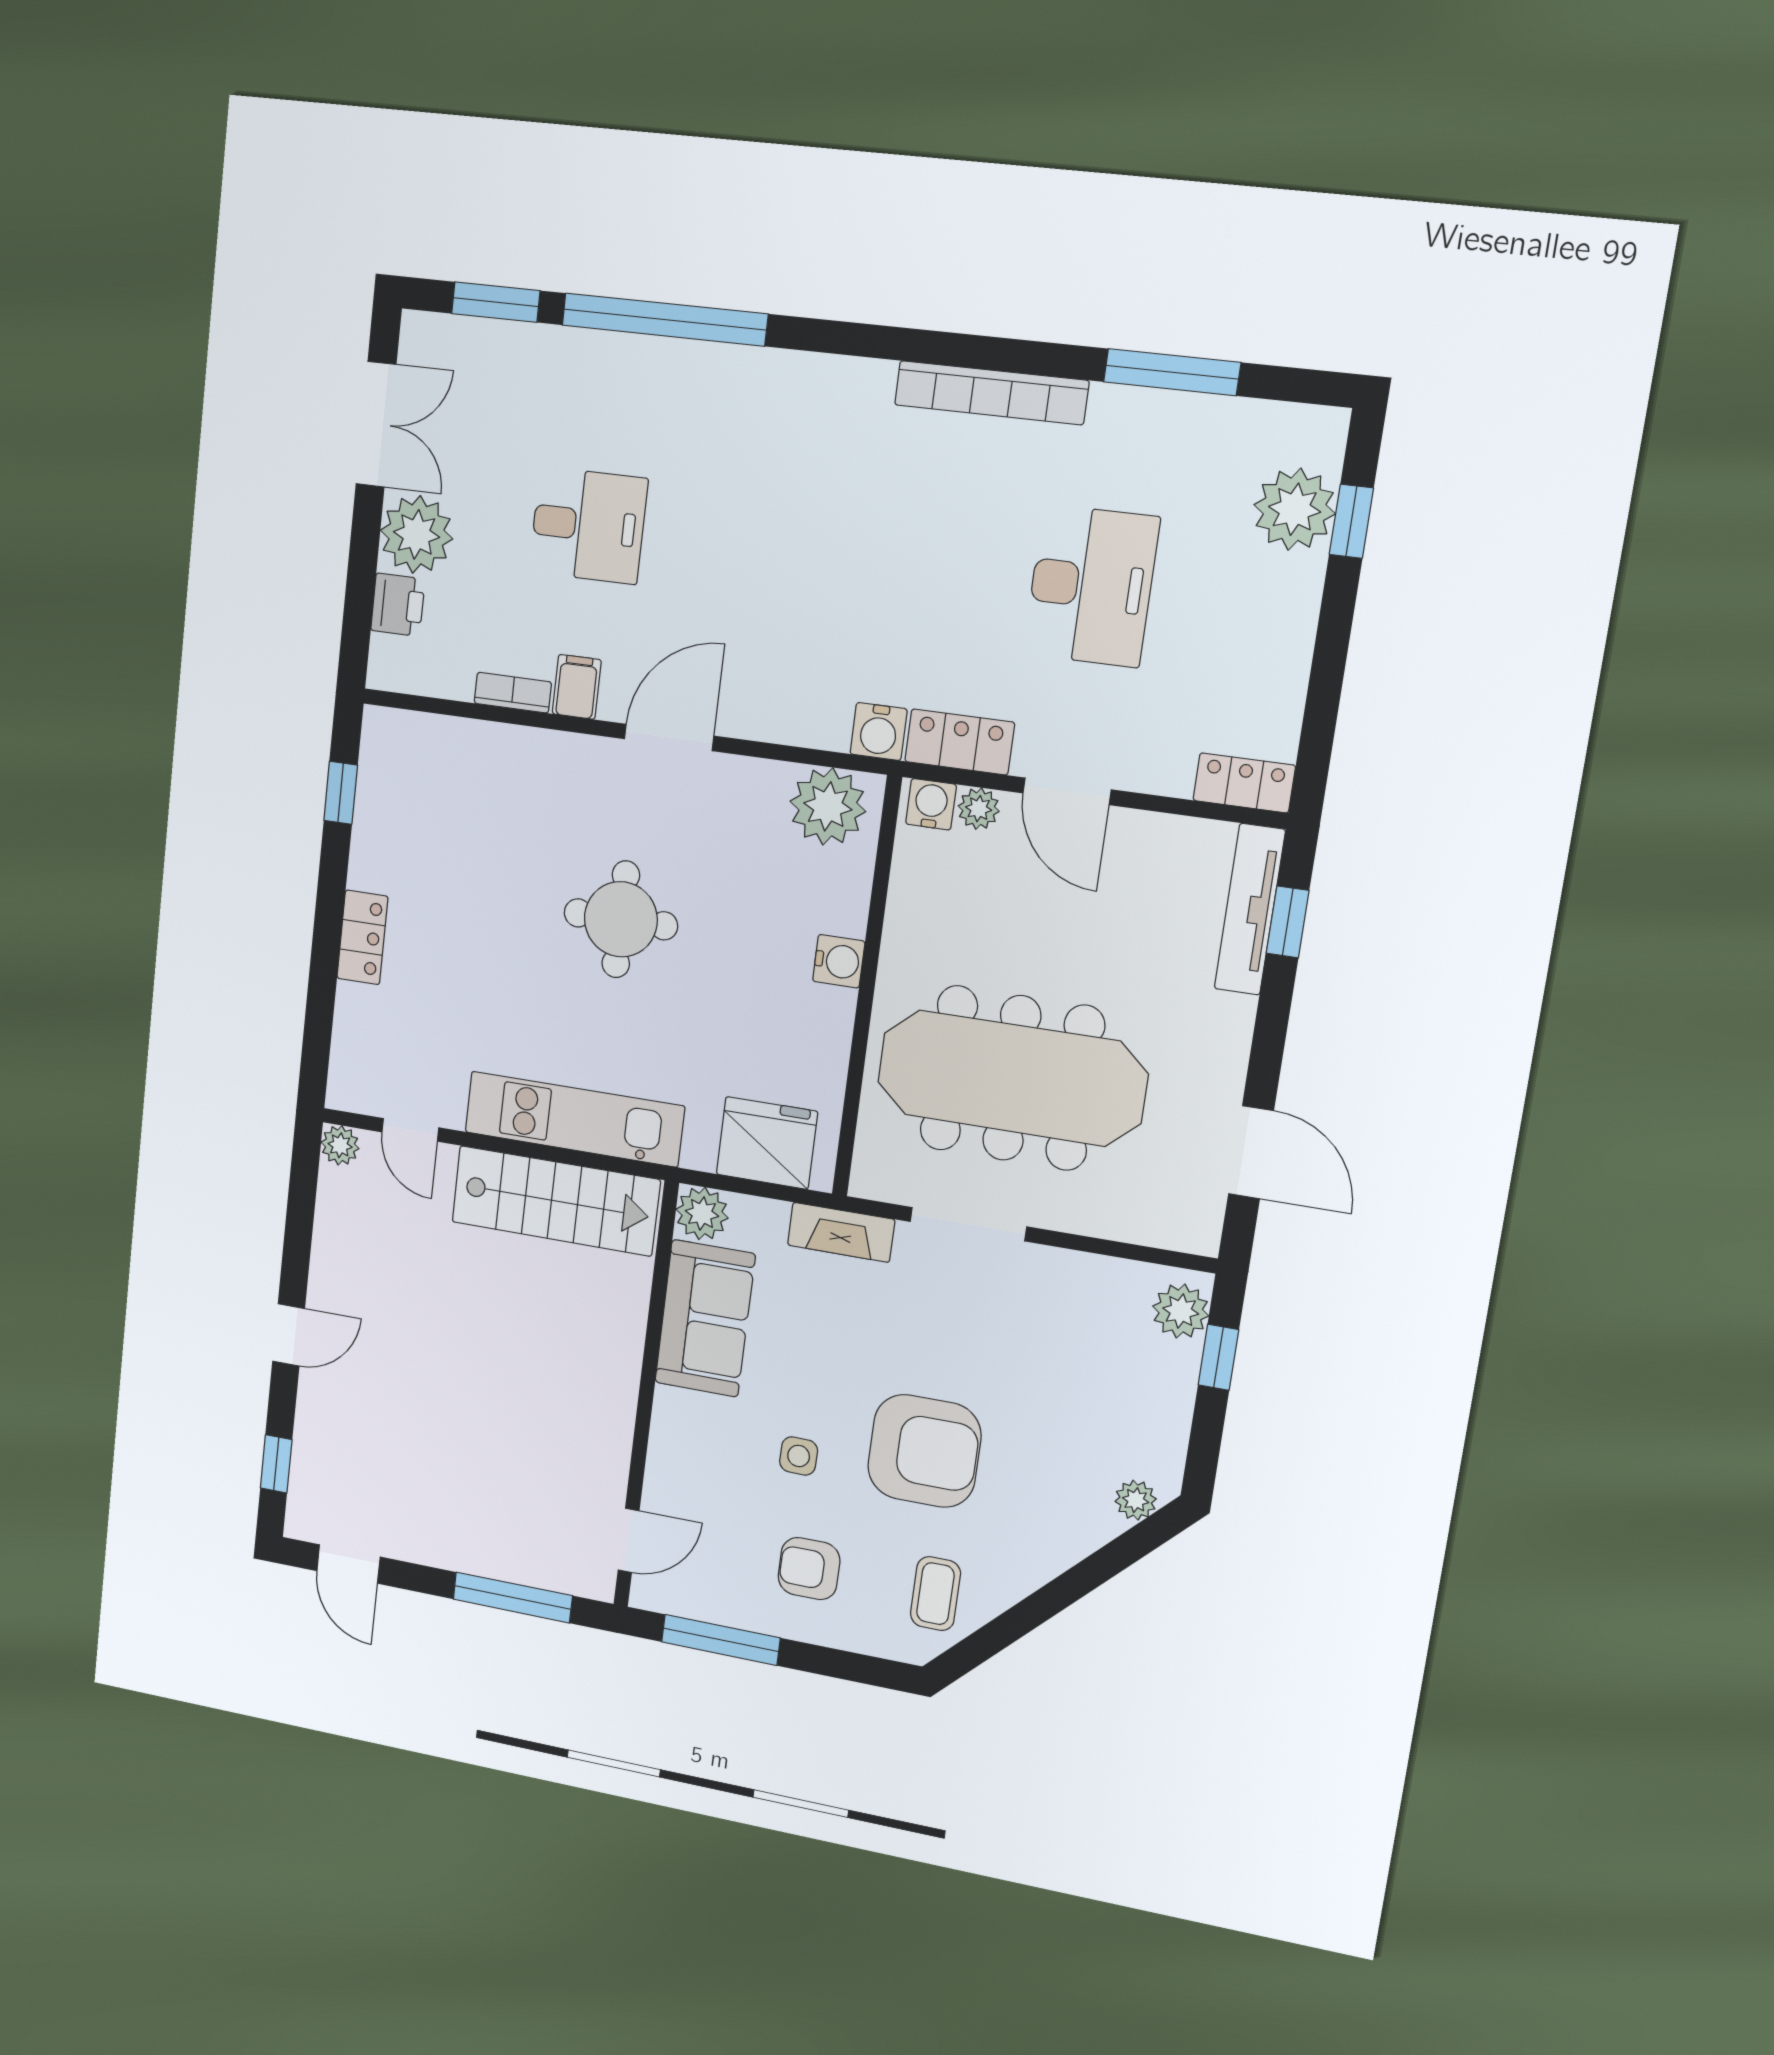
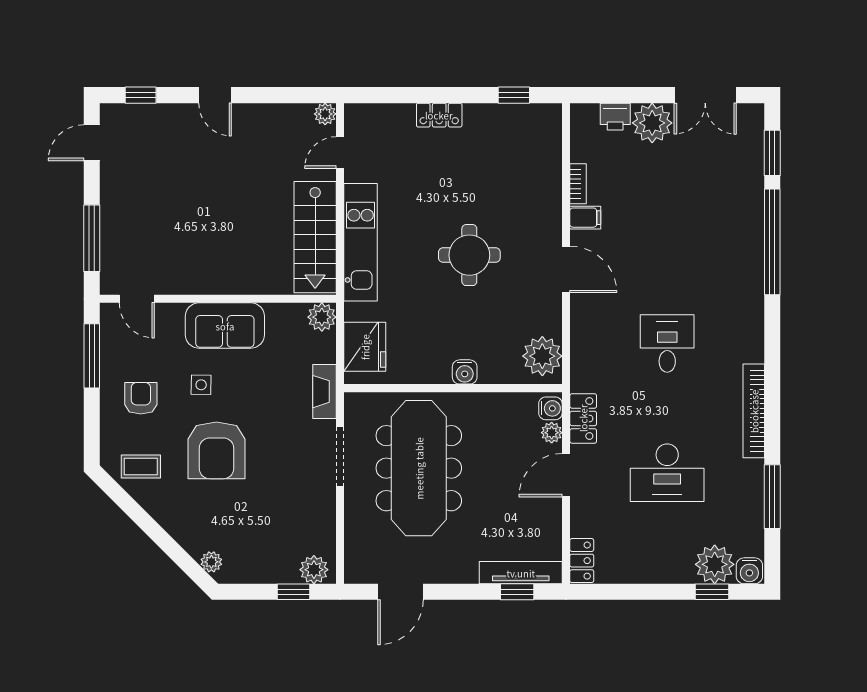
desk: (588, 525) -> (667, 343), moved, turned 180
water cooler: (879, 732) -> (749, 571), moved, turned -90
sofa: (705, 1318) -> (225, 326), moved

